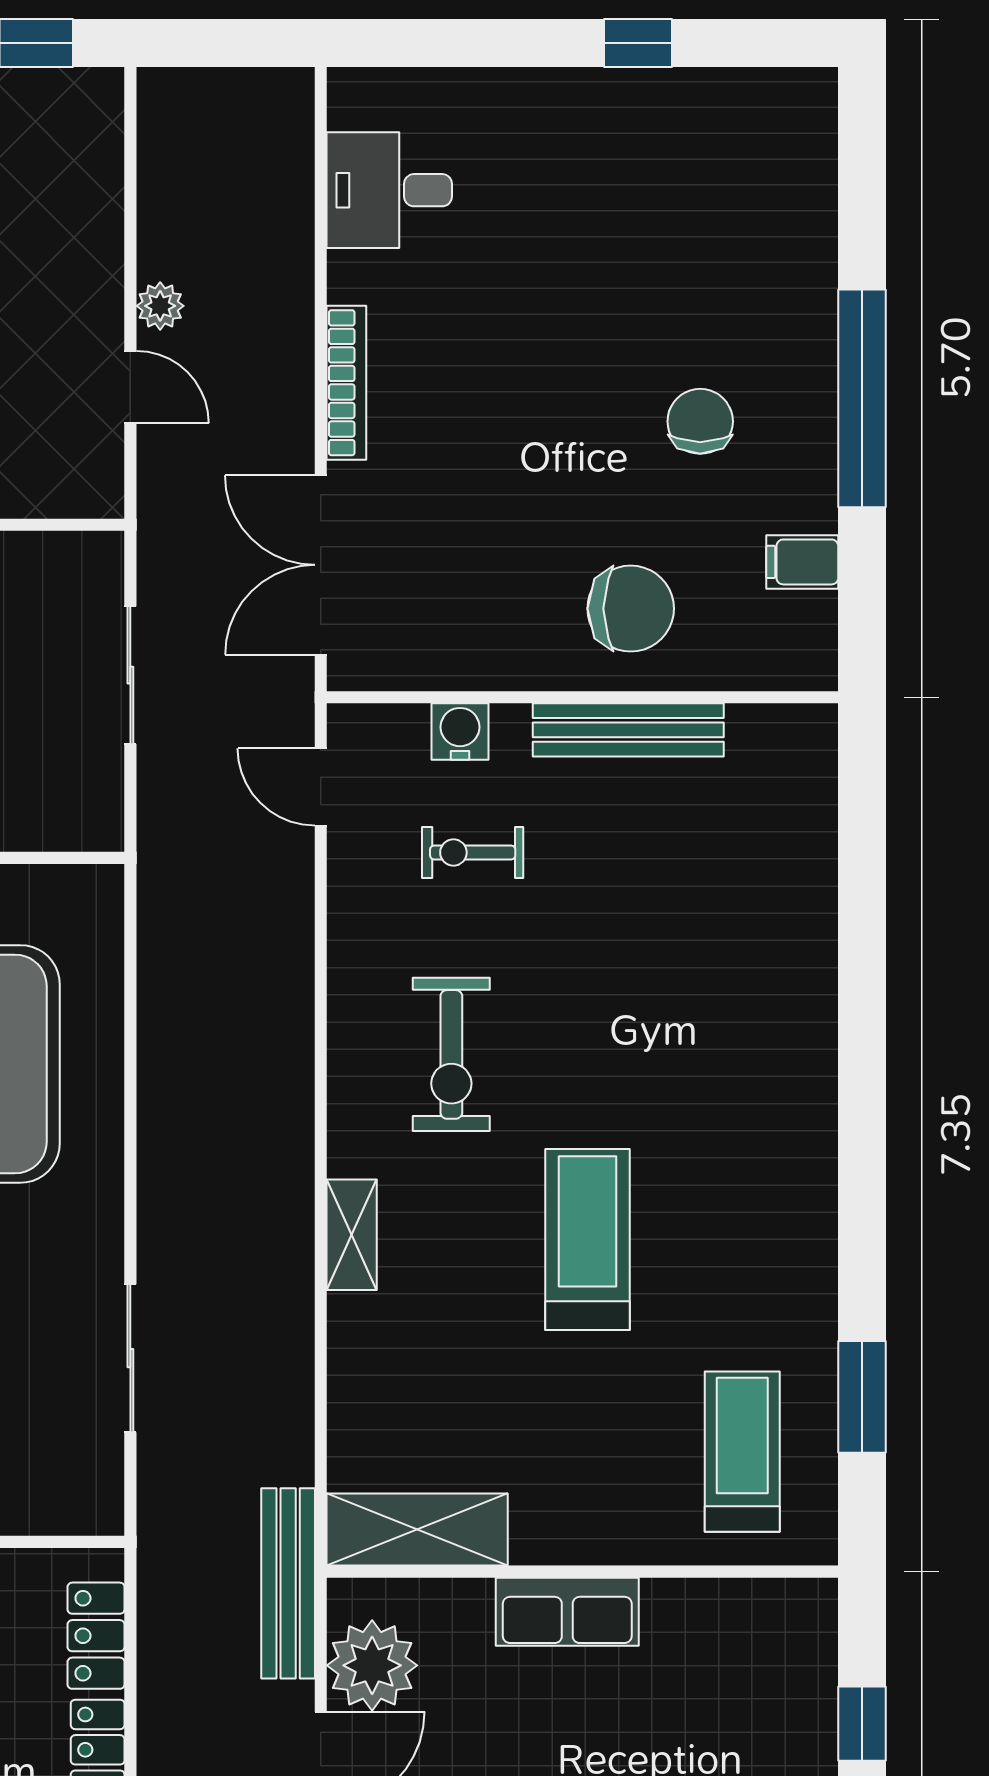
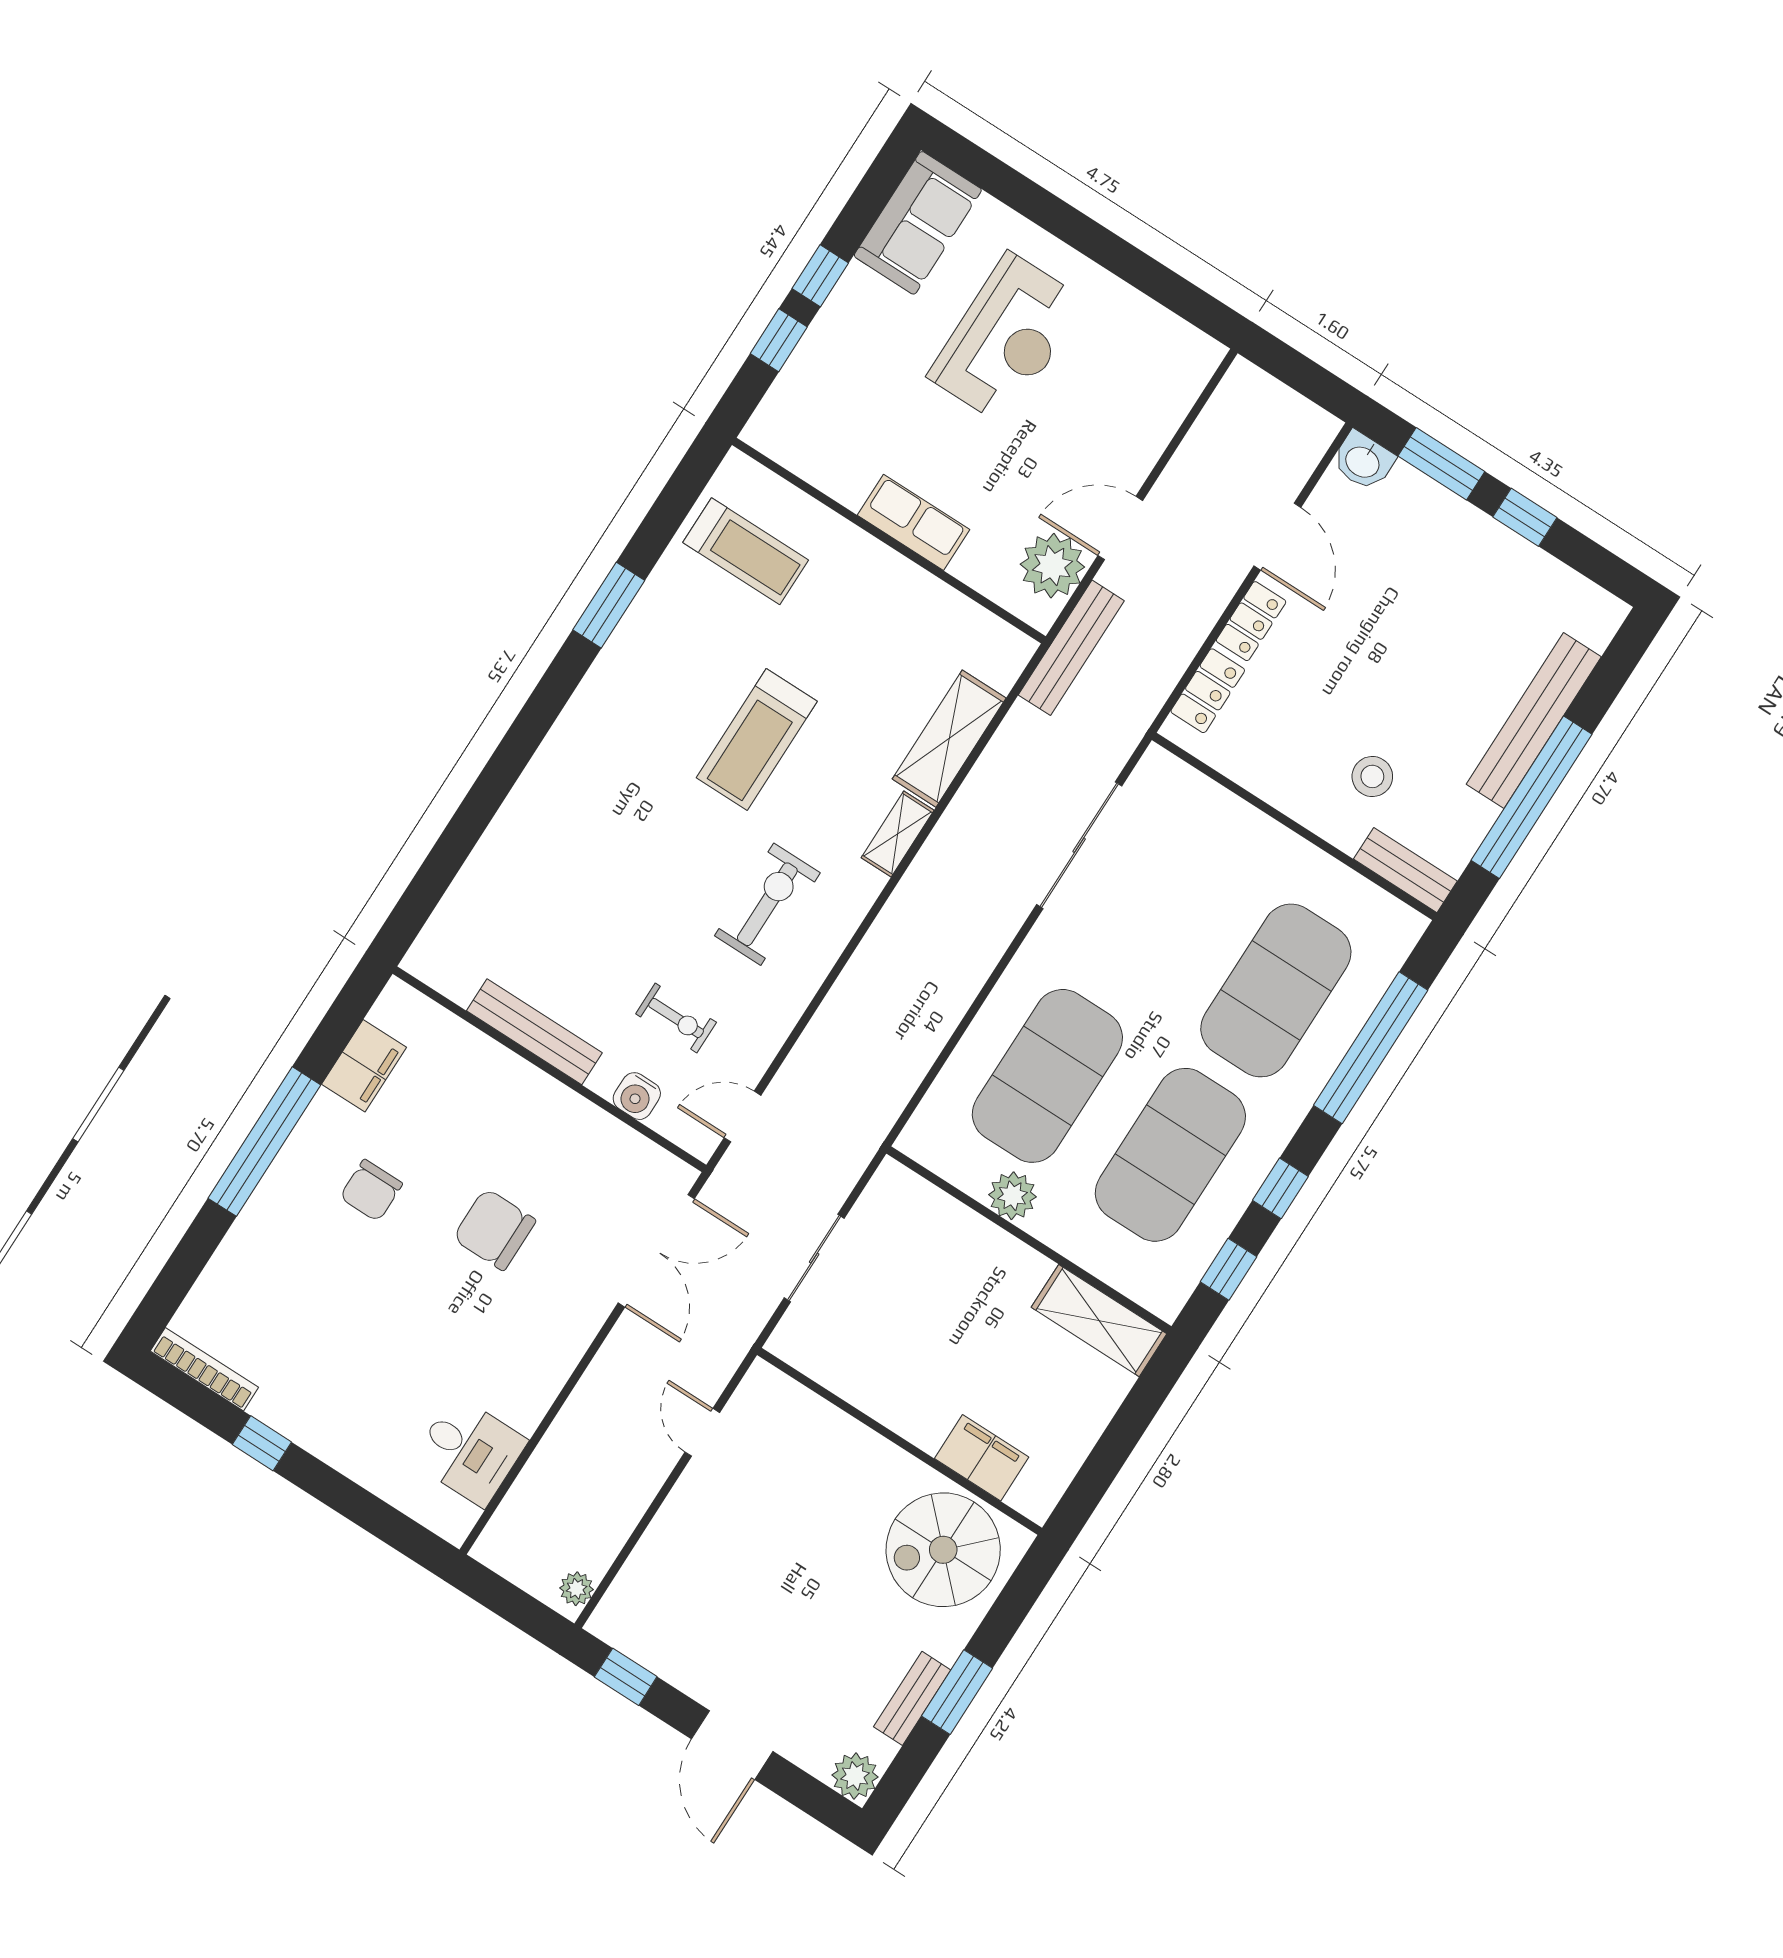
plant: (160, 306) -> (576, 1589), moved
bookcase: (346, 383) -> (204, 1369), moved, turned 90
filing cabinet: (802, 562) -> (364, 1066), width x2.00
chair: (631, 609) -> (494, 1229), moved
door: (321, 787) -> (742, 1117), swing flipped
sliding door: (130, 1358) -> (1079, 845), width x1.37
window: (862, 1397) -> (609, 605), moved
treadmill: (742, 1452) -> (746, 551), turned -90
shelving: (417, 1530) -> (949, 739), moved, turned 90

